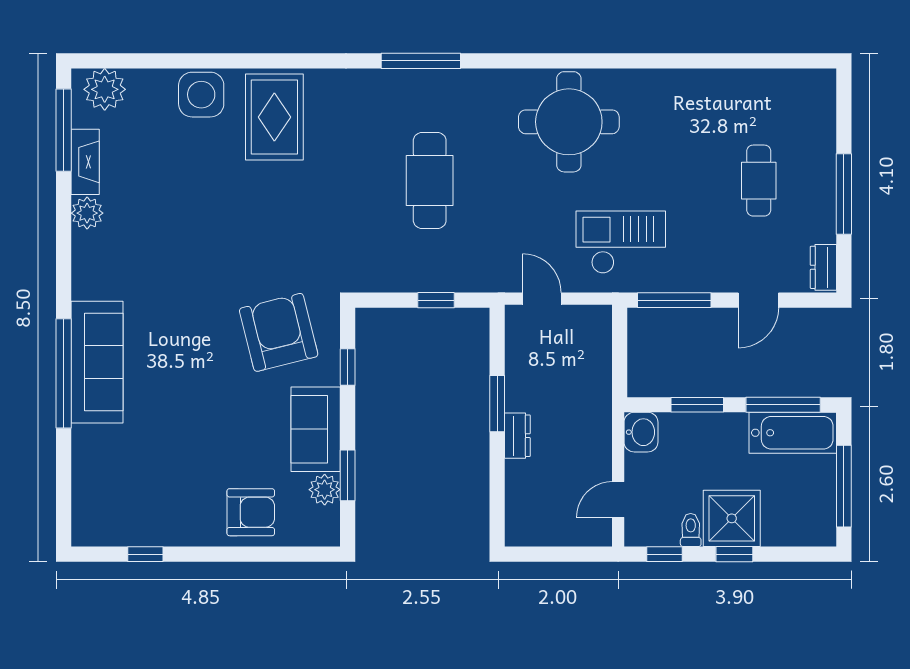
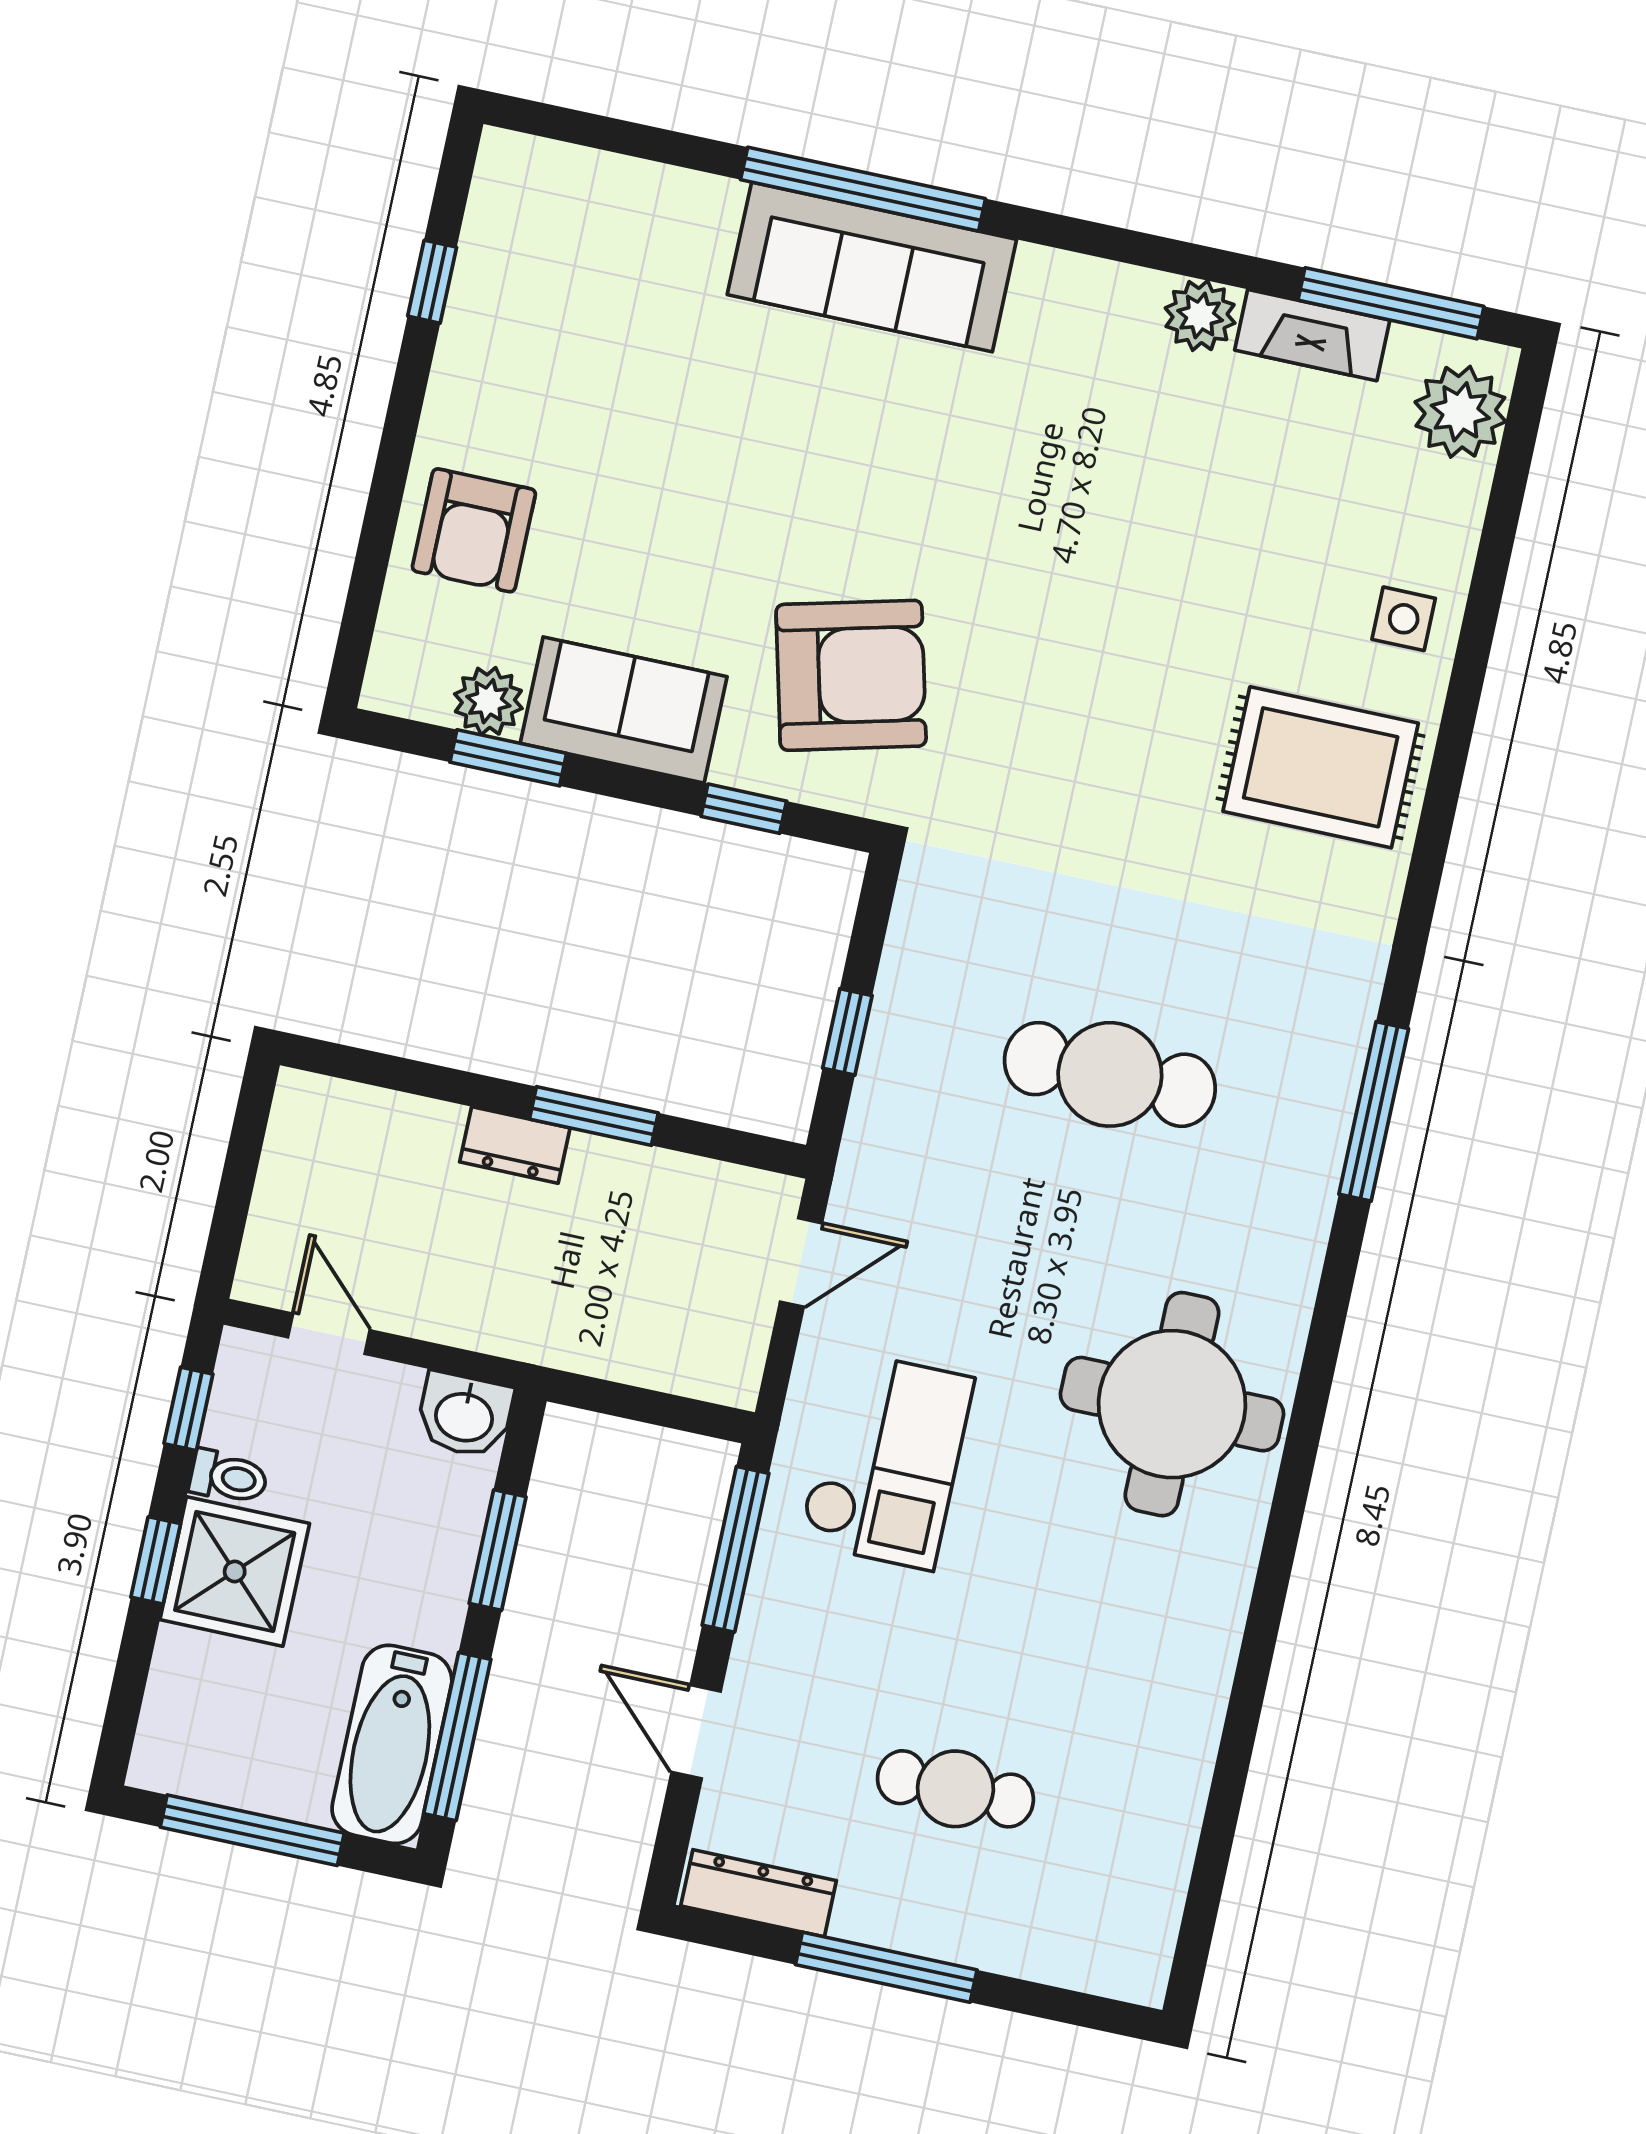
side table: (201, 95) -> (1404, 619), width x0.54, depth x0.54
dresser: (823, 267) -> (759, 1893), width x1.44

